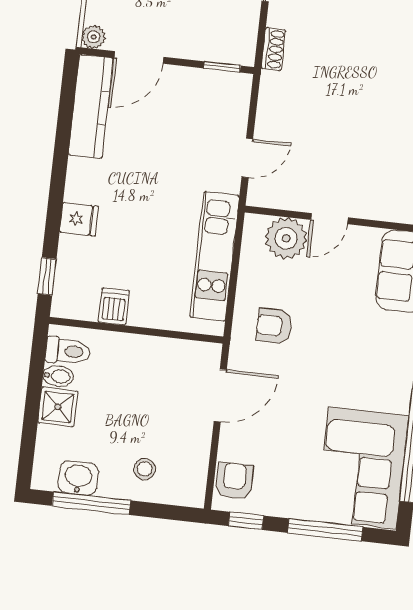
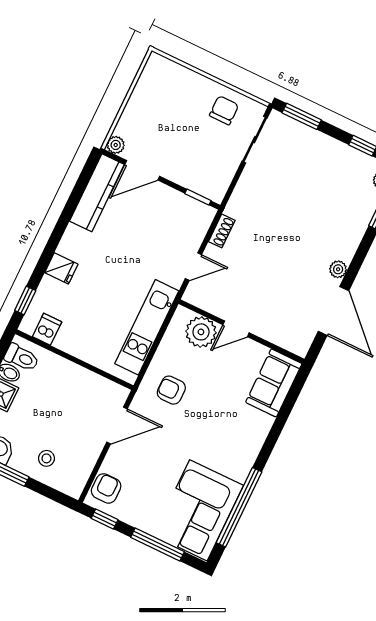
shoe rack: (273, 49) -> (222, 231), moved
dishwasher: (114, 306) -> (47, 329), moved

